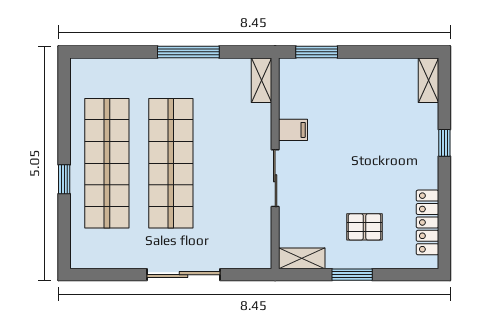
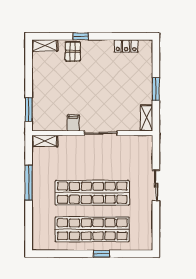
locker: (427, 222) -> (126, 46), width x0.66
pallet: (365, 227) -> (73, 51), moved
sliding door: (184, 275) -> (156, 185), width x0.73

